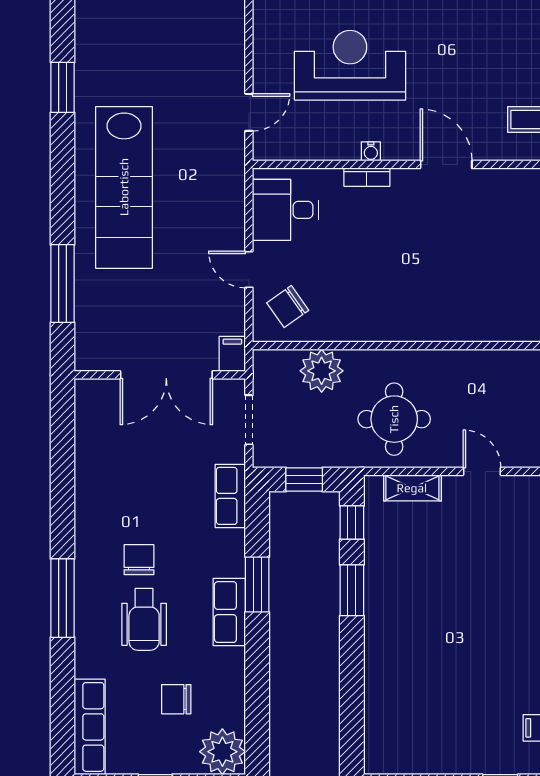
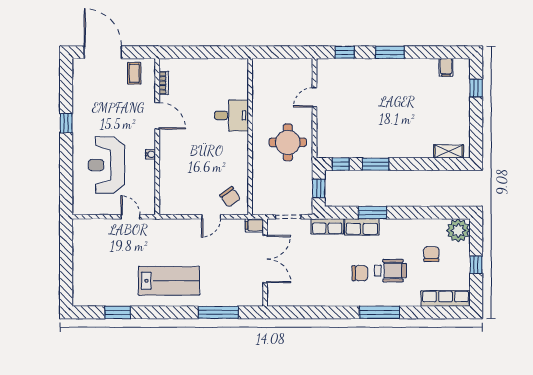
door: (446, 164) -> (157, 116), swing flipped
bookcase: (367, 177) -> (164, 83), moved
lab bench: (124, 187) -> (169, 281), width x0.73
desk: (285, 210) -> (231, 115), moved, turned -90
plant: (322, 371) -> (263, 180), removed
shelving: (412, 488) -> (449, 151), moved, turned 90
chair: (139, 560) -> (360, 273), turned 180
row of seats: (229, 612) -> (362, 227), moved
chair: (176, 699) -> (431, 254), turned 180

